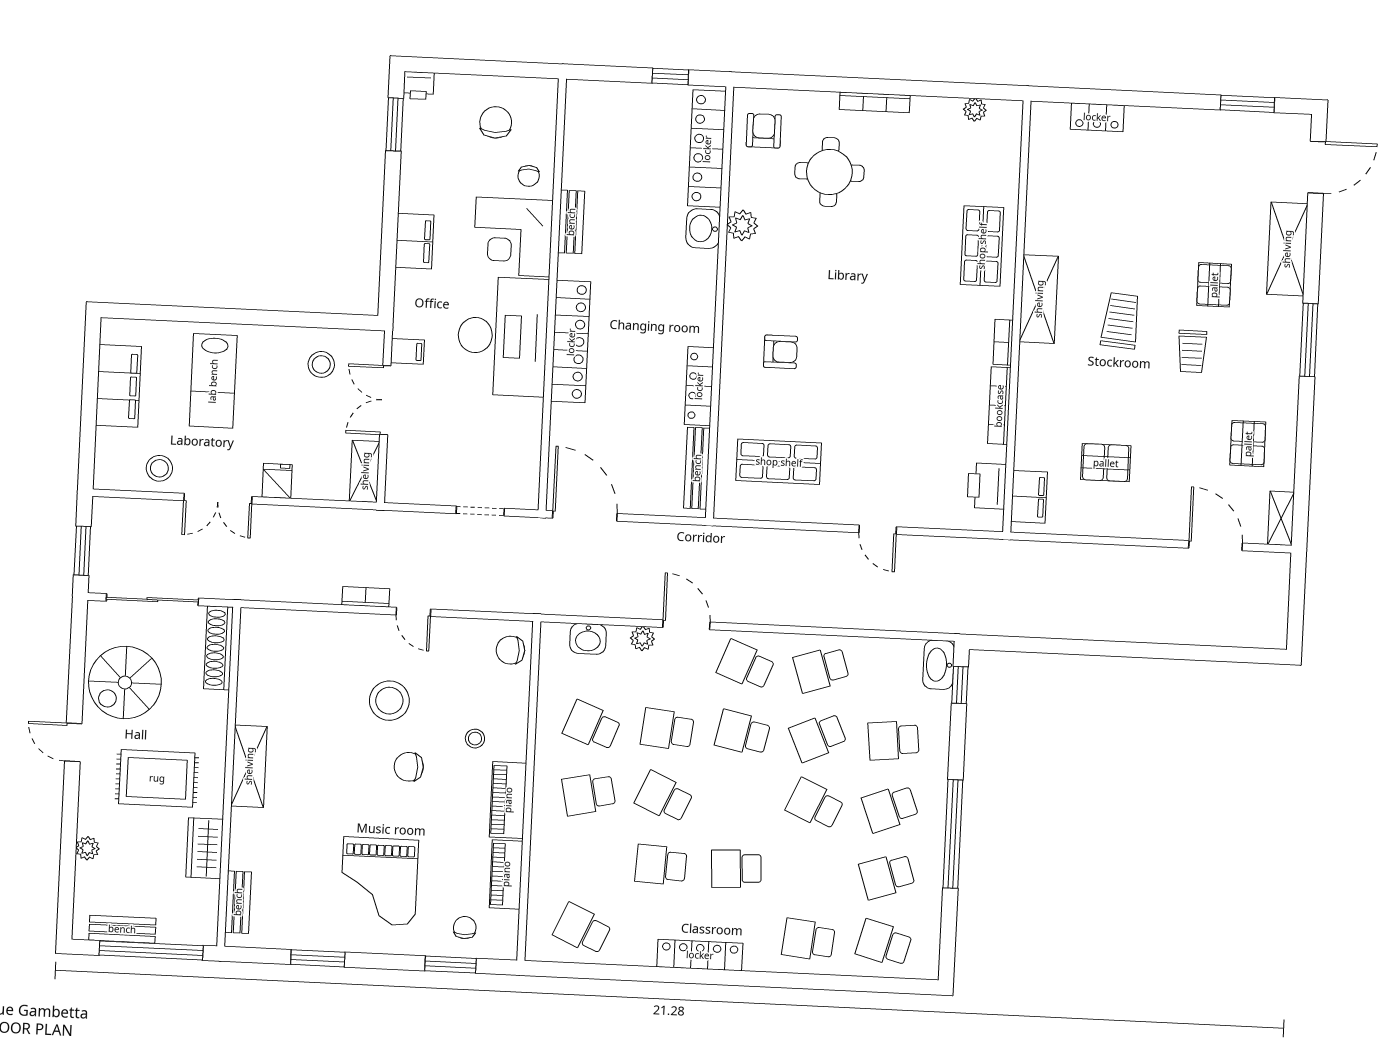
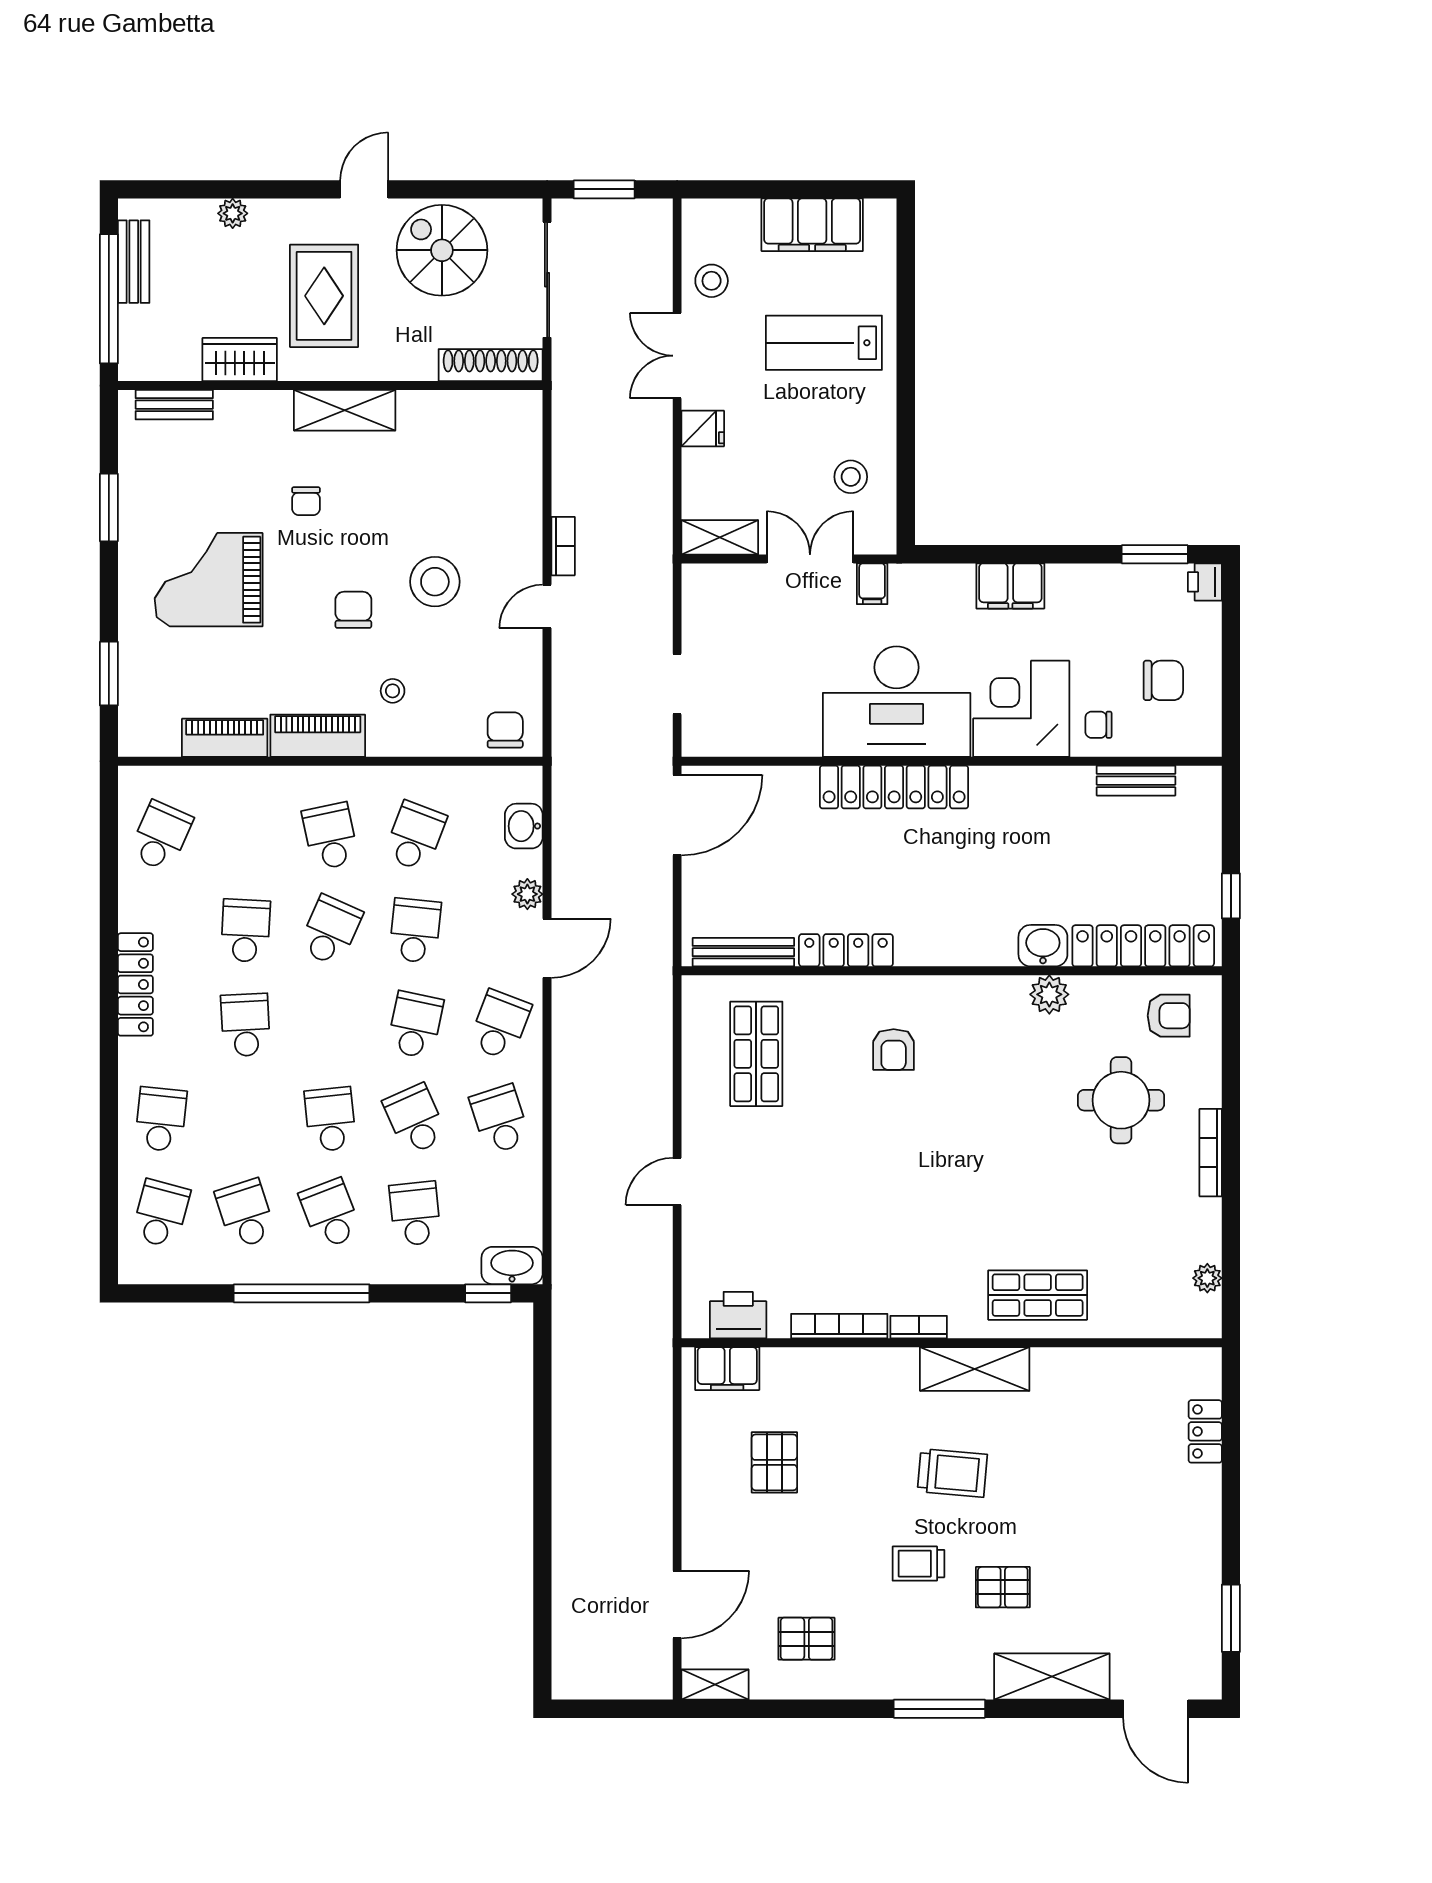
bench: (571, 222) -> (1136, 781), moved
school desk: (815, 804) -> (330, 1119), turned -30
chair: (465, 928) -> (306, 501), moved, turned 90

